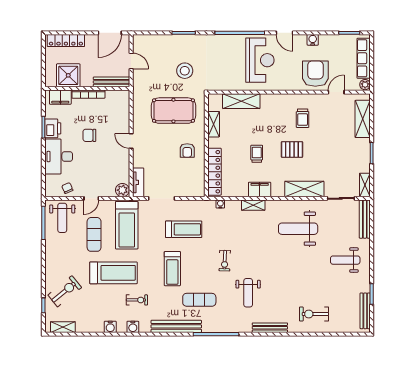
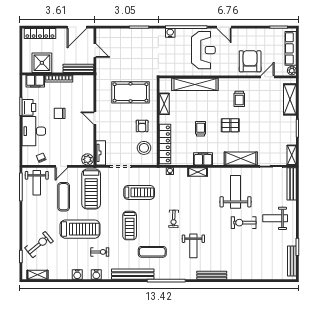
water cooler: (313, 40) -> (170, 33), moved
stool: (185, 71) -> (144, 148), moved
shelving: (241, 101) -> (195, 84), width x1.47
weight bench: (298, 229) -> (235, 192), turned 90
exercise bike: (314, 314) -> (244, 223), moved

